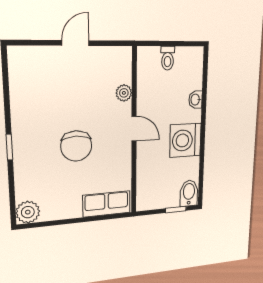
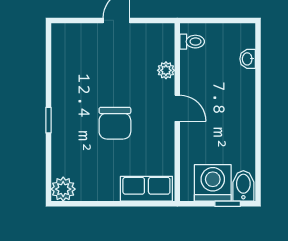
toilet: (168, 58) -> (192, 42), moved, turned -90
washbasin: (196, 100) -> (248, 59), moved
washing machine: (185, 140) -> (213, 183), moved, turned 90

